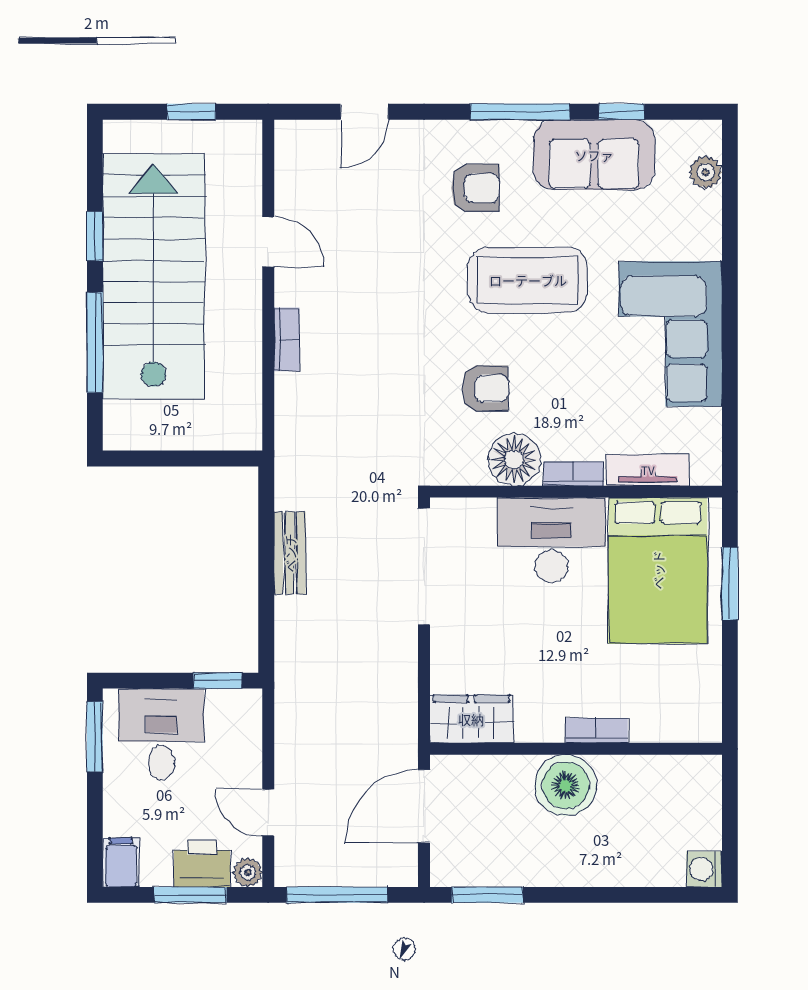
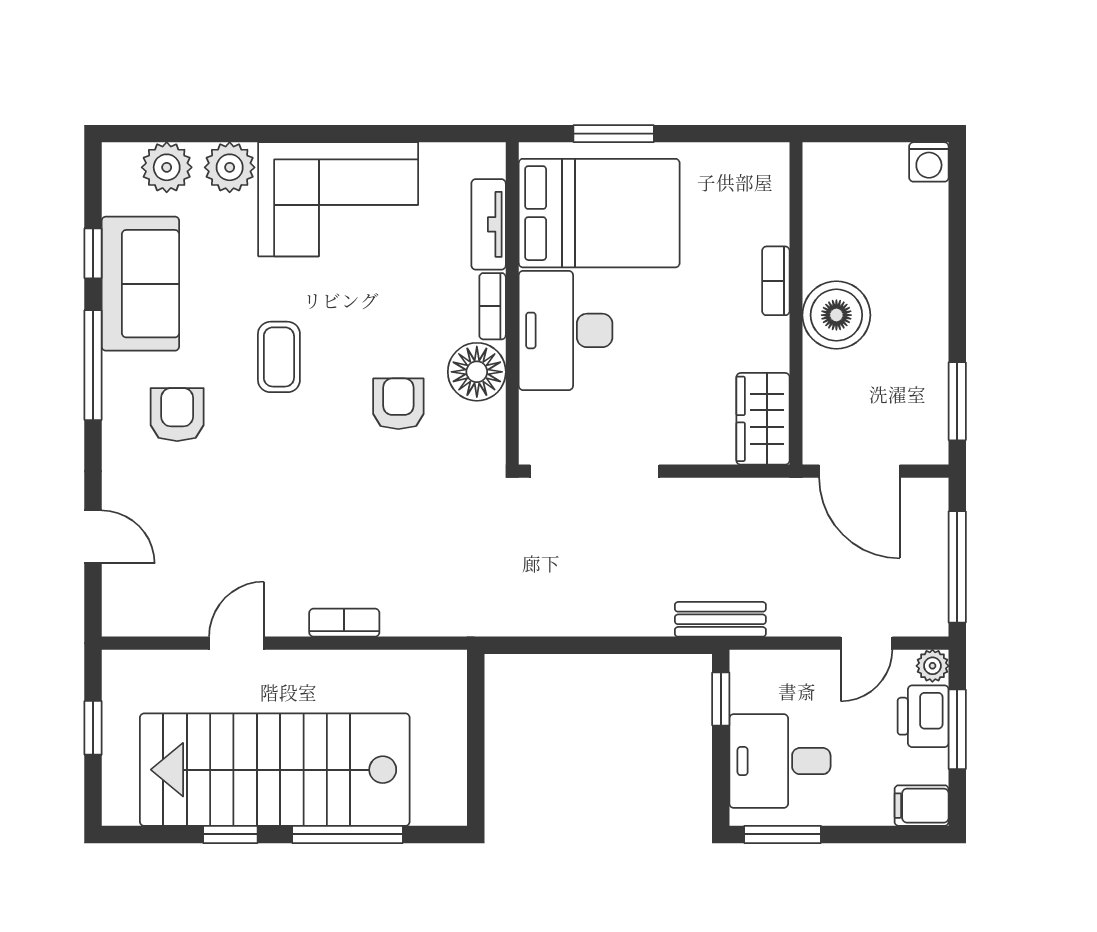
plant: (706, 172) -> (167, 167), width x1.38, depth x1.38
plant: (699, 236) -> (230, 167), added
coffee table: (528, 280) -> (279, 357), width x0.54, depth x0.58
bench: (290, 553) -> (720, 619), moved

